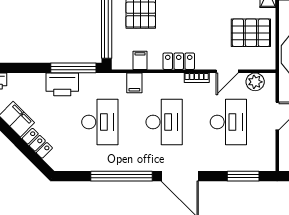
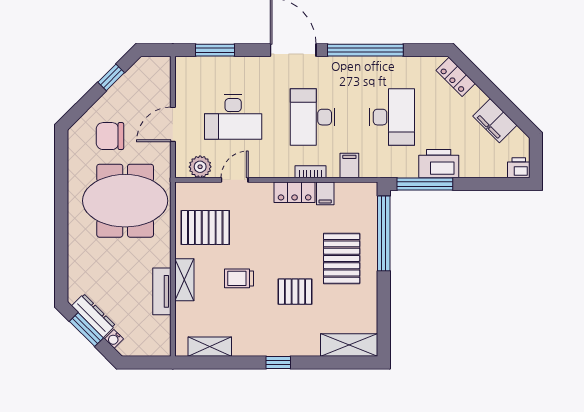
filing cabinet: (140, 60) -> (325, 193), moved
bookcase: (197, 78) -> (310, 172), moved
desk: (100, 122) -> (392, 117), turned 180
desk: (228, 122) -> (233, 117), turned -90
locker: (37, 143) -> (456, 77), moved

